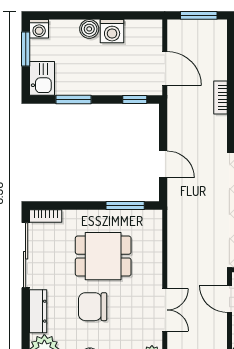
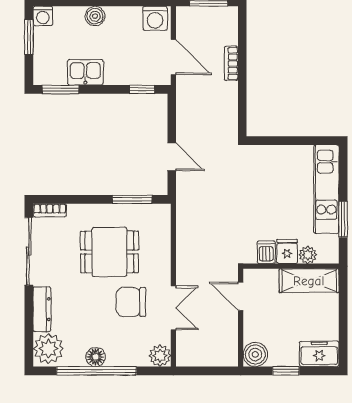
washing machine: (112, 31) -> (155, 18), moved
kitchen sink: (42, 78) -> (85, 72), moved, turned -90
bookcase: (220, 97) -> (231, 63), moved
window: (74, 100) -> (61, 89), moved
chair: (93, 307) -> (131, 302), moved

